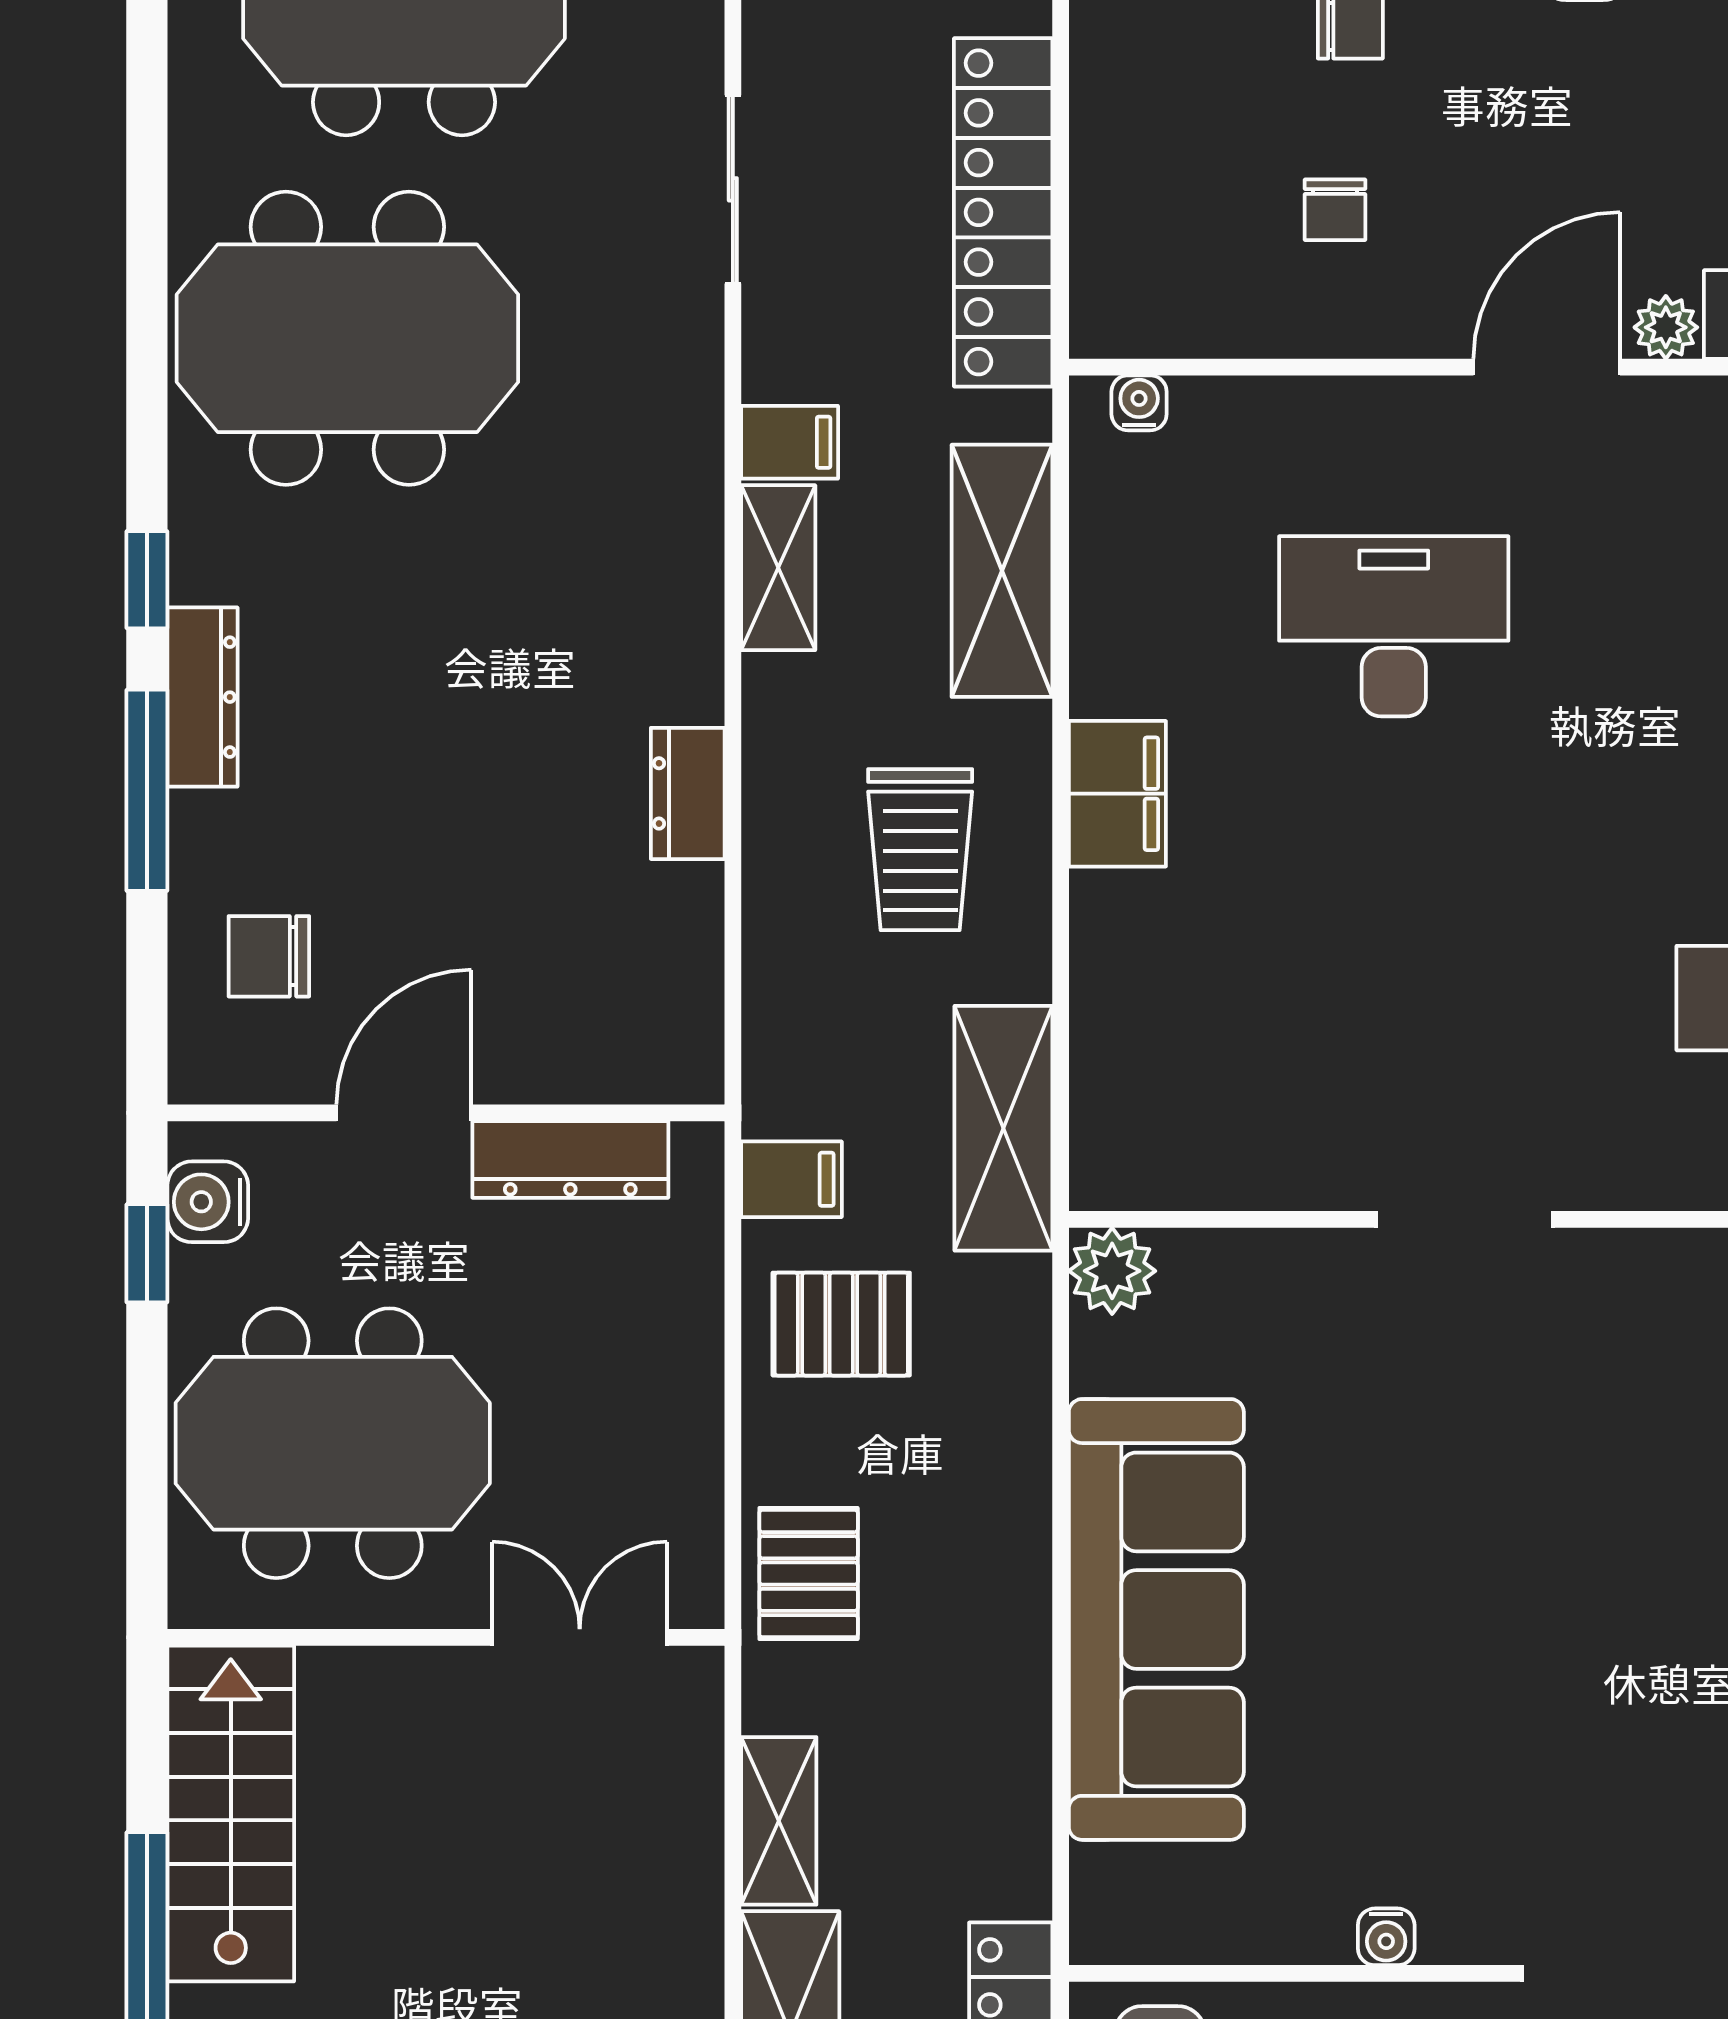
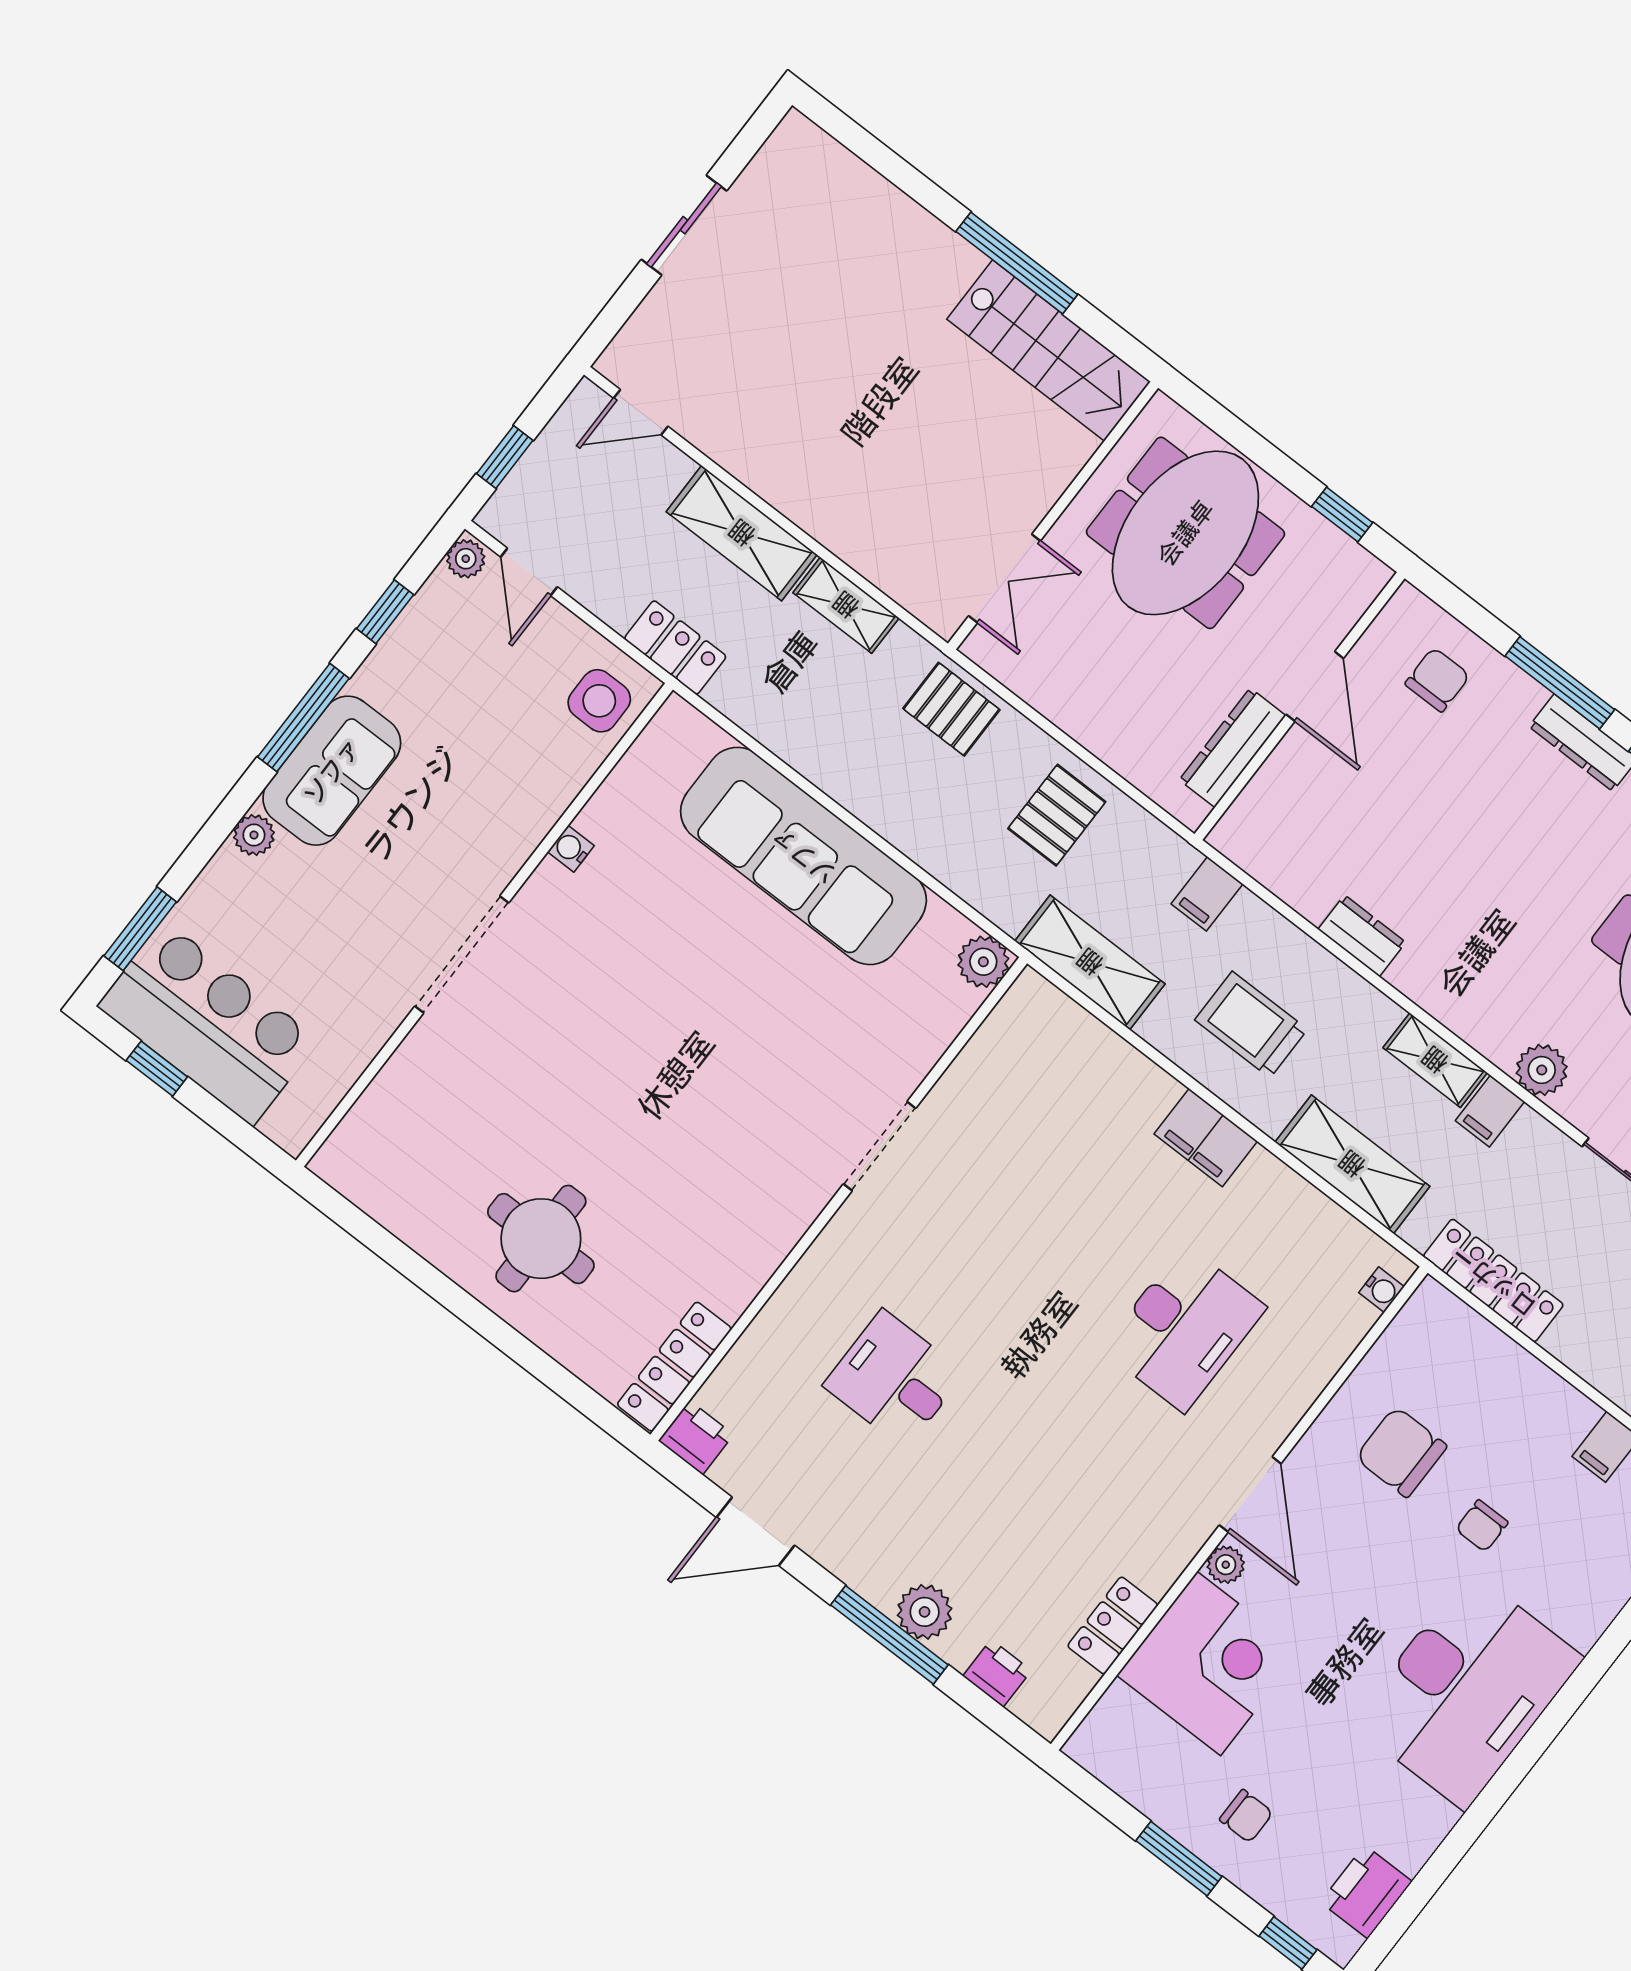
chair: (1335, 210) -> (1401, 1452), width x1.87, depth x1.87
locker: (1003, 212) -> (1493, 1281), width x0.71, depth x0.83
plant: (681, 416) -> (1542, 1070), added
filing cabinet: (791, 1179) -> (1207, 894), moved
water cooler: (208, 1202) -> (1344, 562), removed

